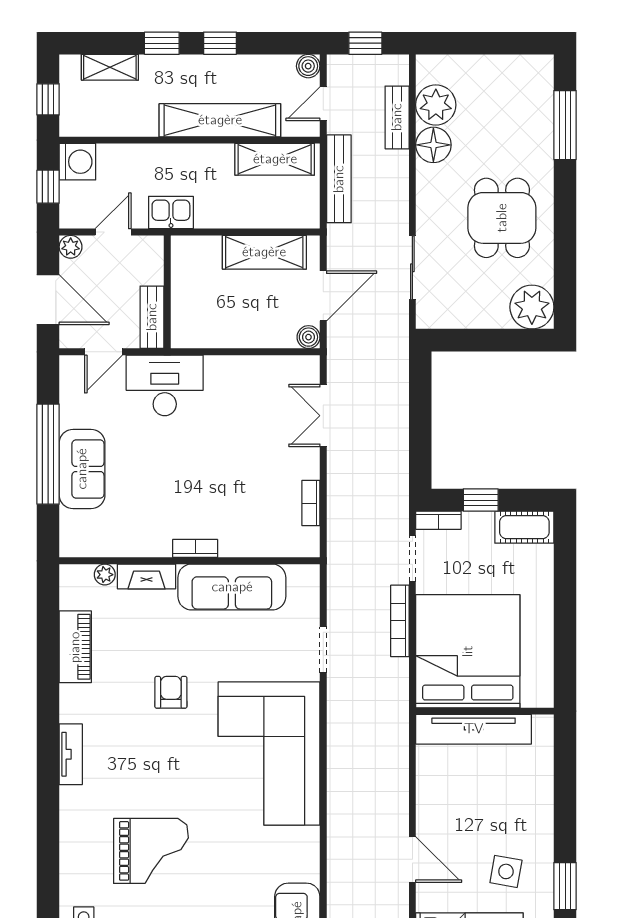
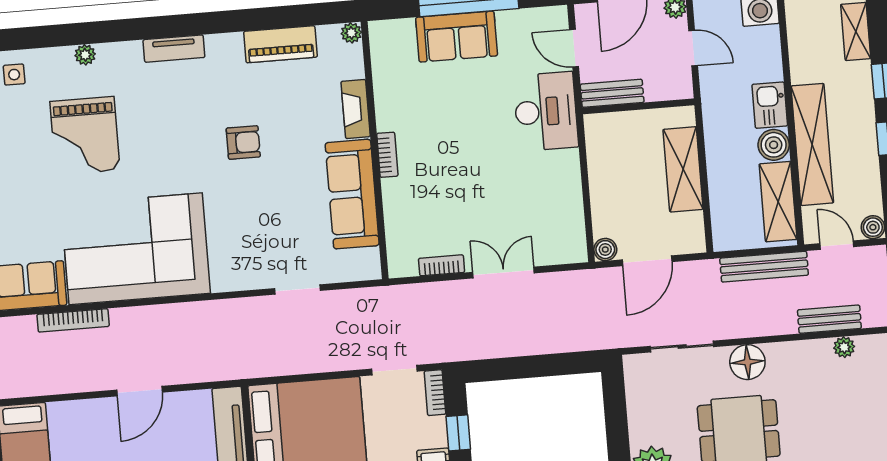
plant: (436, 105) -> (844, 347), width x0.53, depth x0.53
floor lamp: (433, 145) -> (747, 362), moved
boiler: (217, 159) -> (774, 145), added
kitchen sink: (171, 212) -> (770, 105), moved, turned 180
shelving: (264, 252) -> (683, 169), moved
door: (323, 296) -> (647, 261), hinge flipped
double door: (323, 416) -> (504, 273), moved
plant: (105, 575) -> (351, 33), moved
bookcase: (400, 621) -> (73, 320), moved, turned 180
corner sofa: (269, 754) -> (136, 249), moved
plant: (70, 844) -> (85, 55), added
door: (412, 860) -> (139, 391), moved

